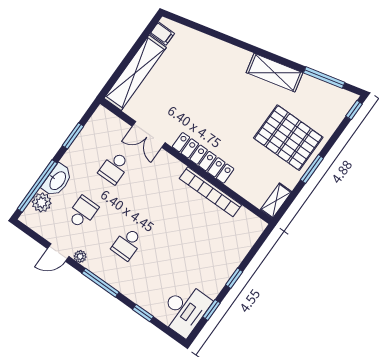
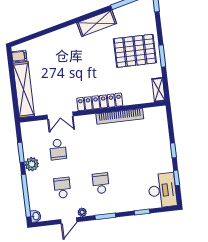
washbasin: (57, 180) -> (36, 216), moved, width x0.52, depth x0.69
plant: (42, 202) -> (32, 164), moved
school desk: (127, 244) -> (101, 183), turned 180
window: (100, 283) -> (105, 216), width x0.69

